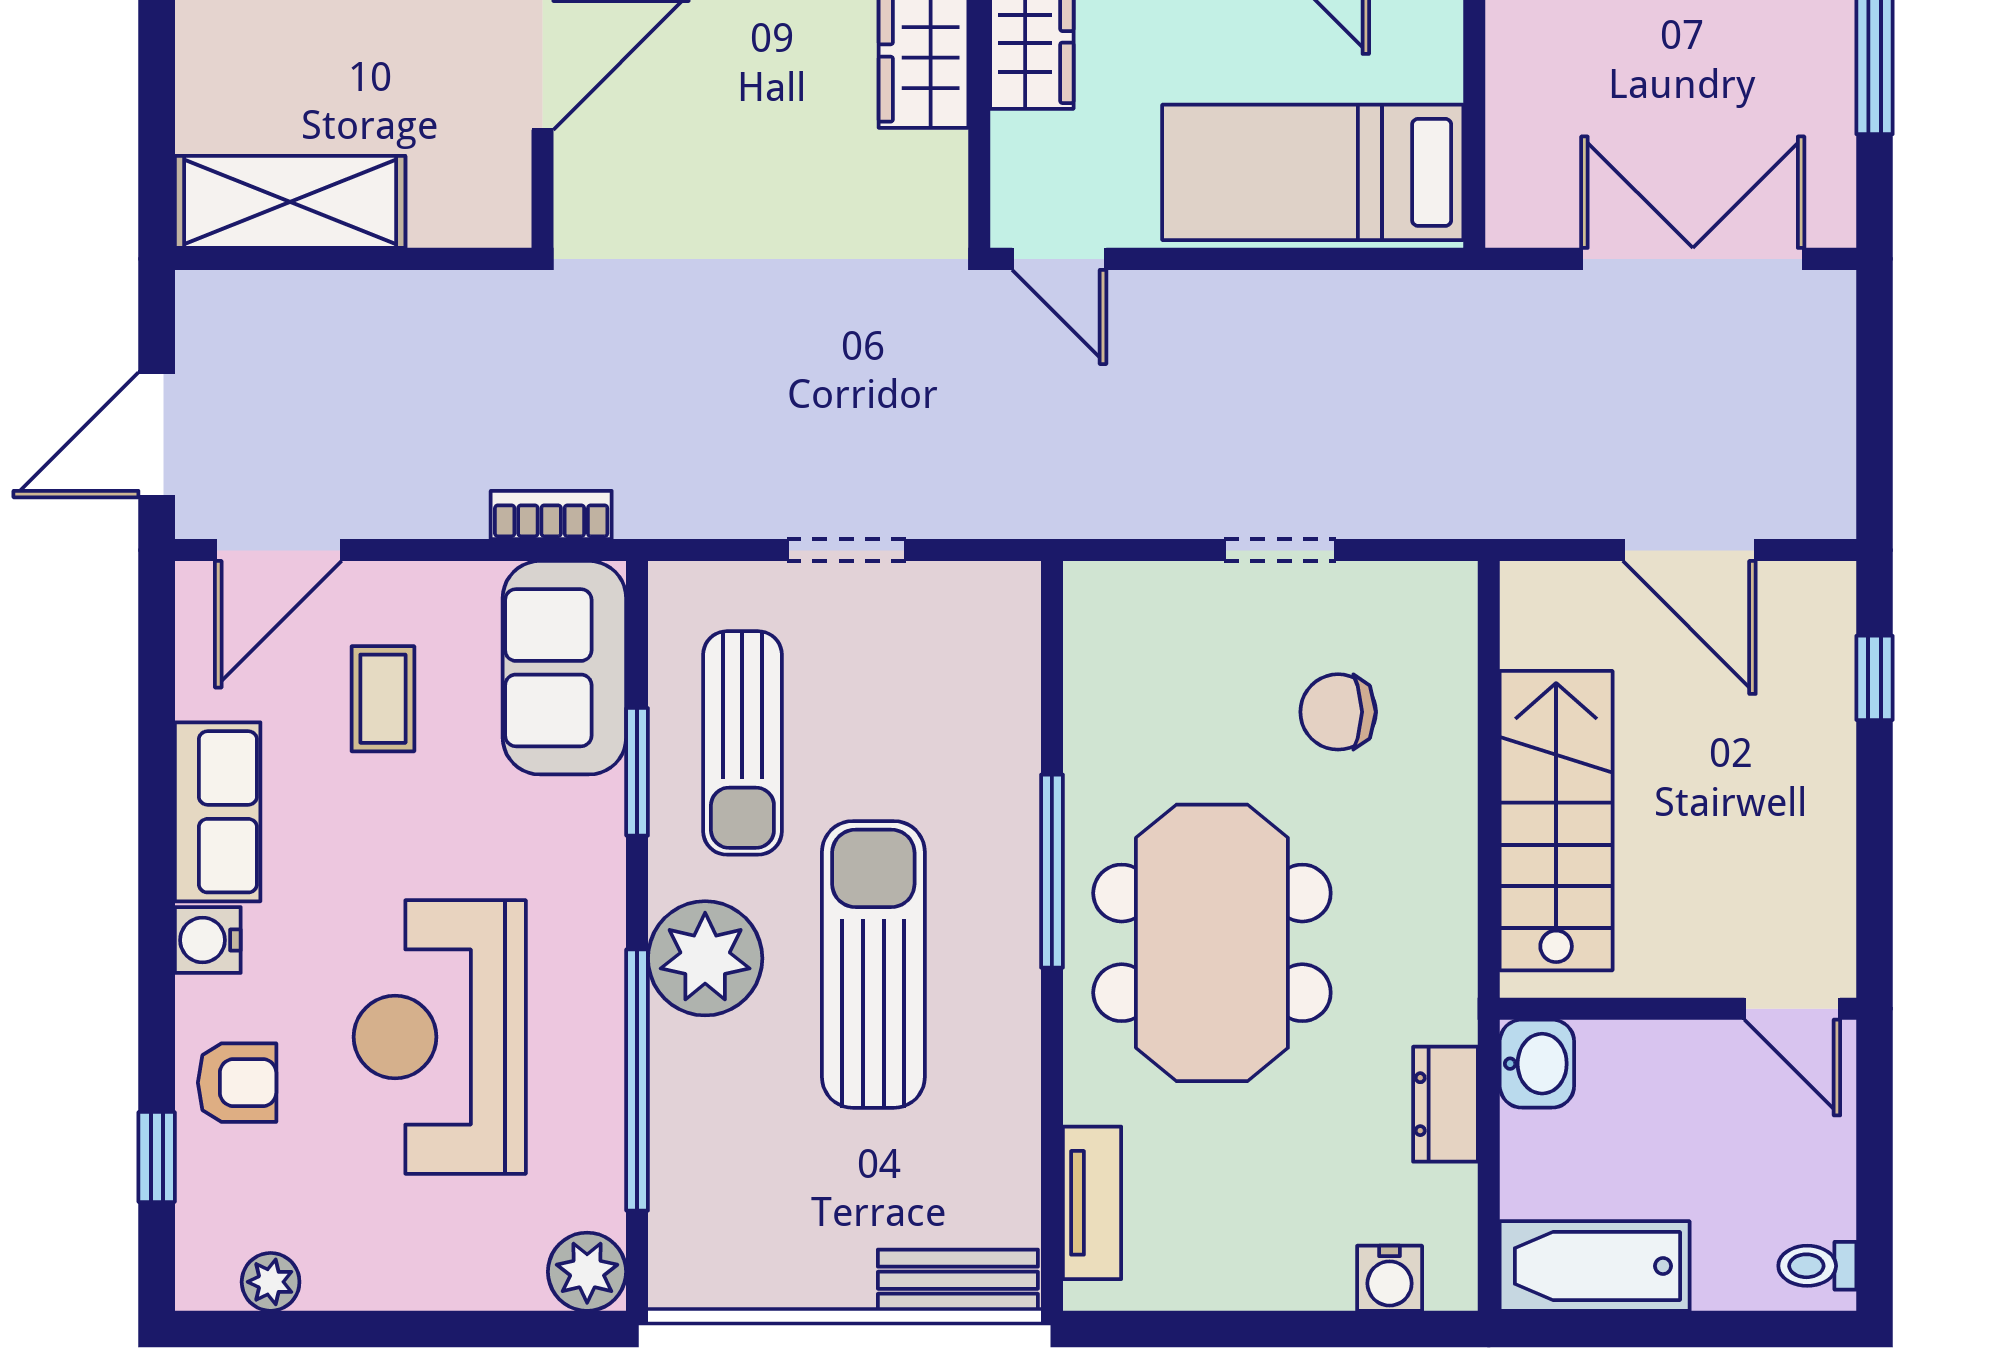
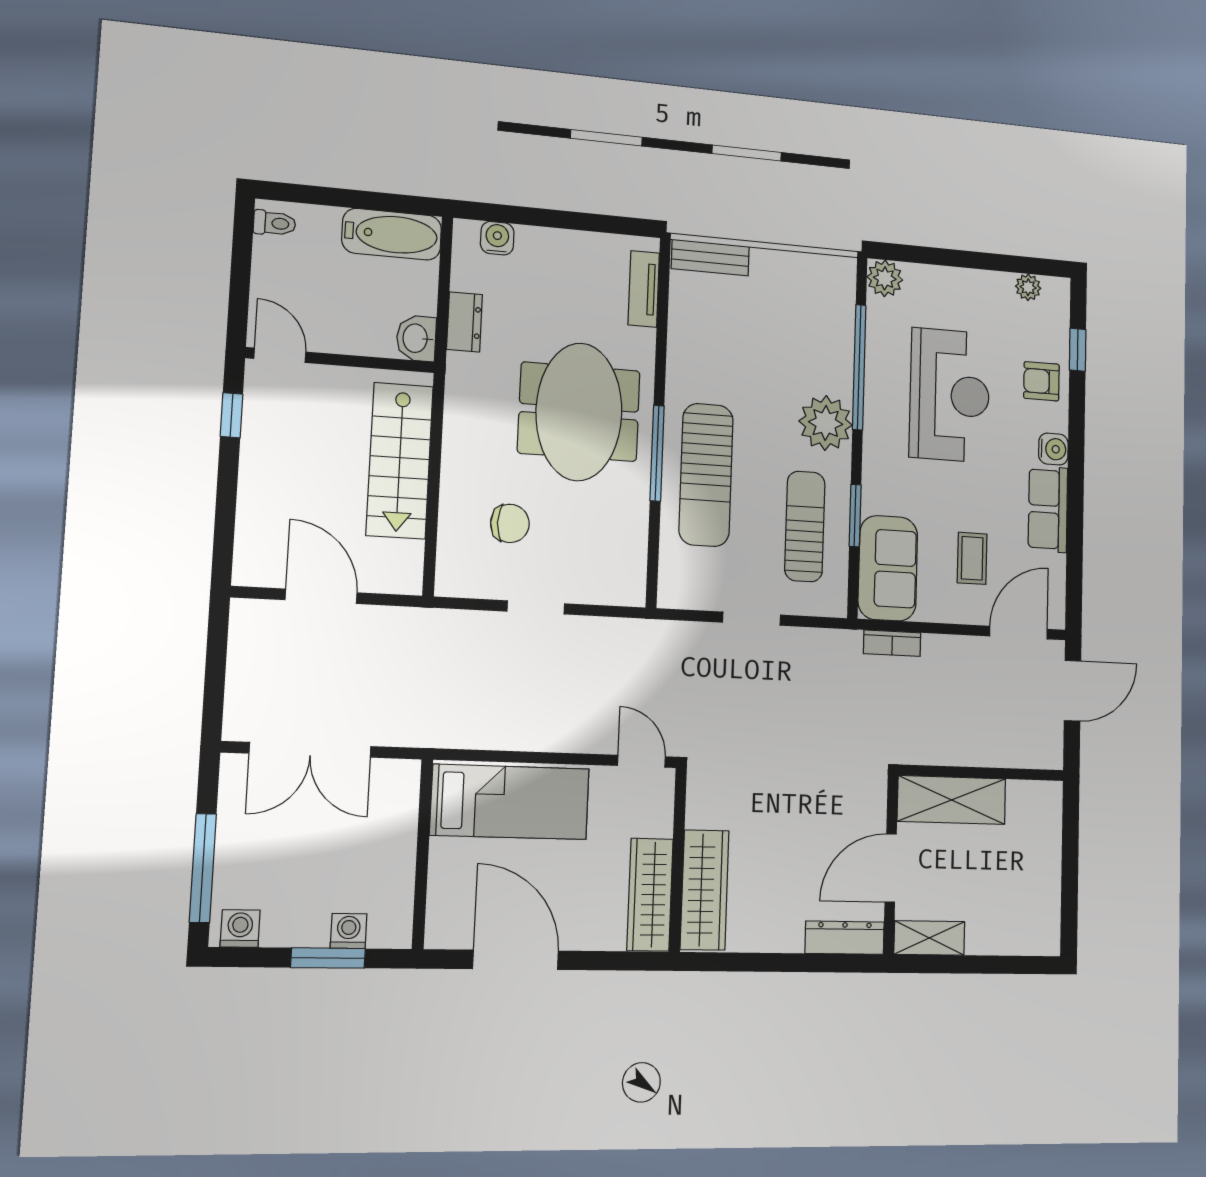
shelving: (290, 202) -> (952, 800), moved
window: (1875, 678) -> (231, 415), moved
sun lounger: (873, 964) -> (706, 475), moved

